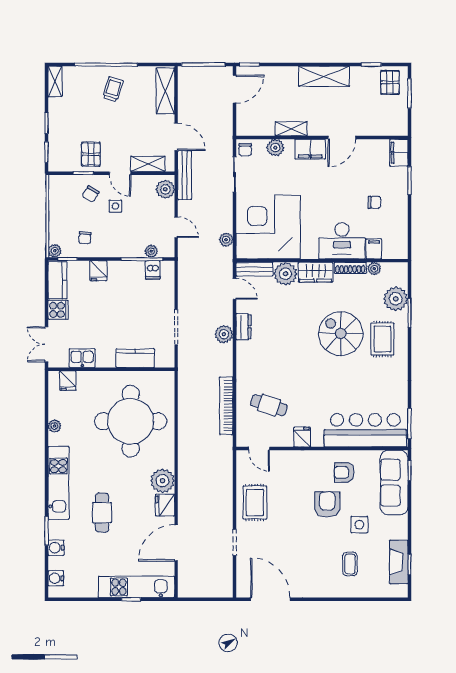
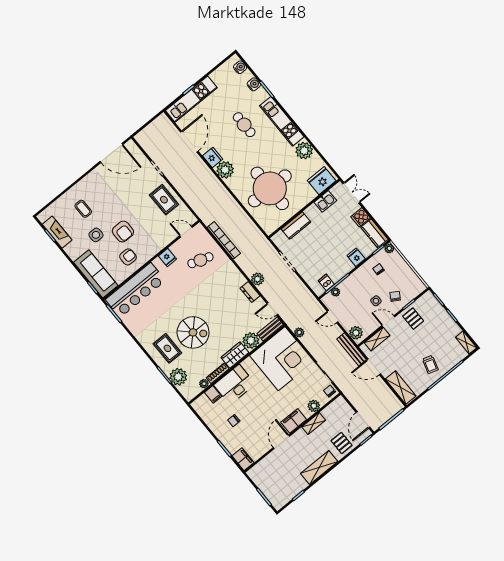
pallet: (390, 82) -> (342, 443), moved
fridge: (68, 381) -> (322, 181), width x1.88, depth x1.34
plant: (55, 426) -> (304, 151), width x1.88, depth x1.88

